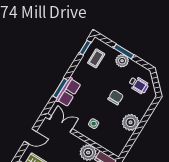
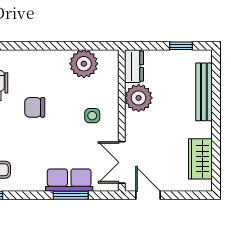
plant: (131, 122) -> (84, 64), moved
door: (30, 136) -> (148, 195), moved

